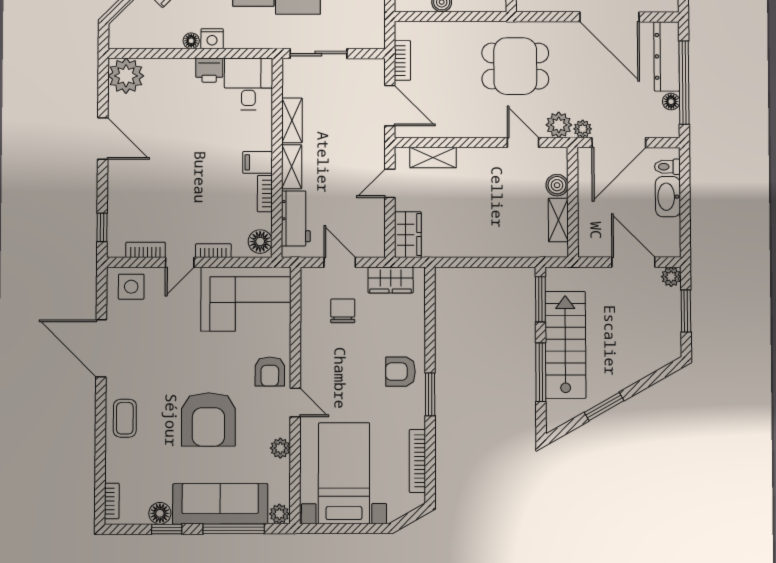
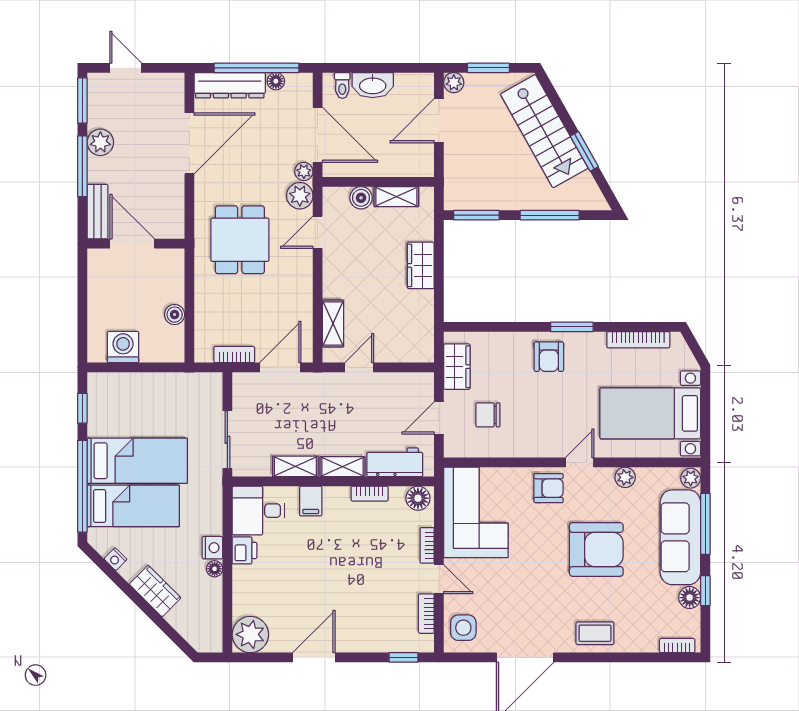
filing cabinet: (258, 162) -> (311, 501), moved
door: (390, 183) -> (359, 367), swing flipped
wardrobe: (408, 235) -> (421, 265), moved, turned -90
stairs: (565, 345) -> (544, 131), moved, turned -119

